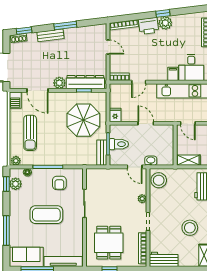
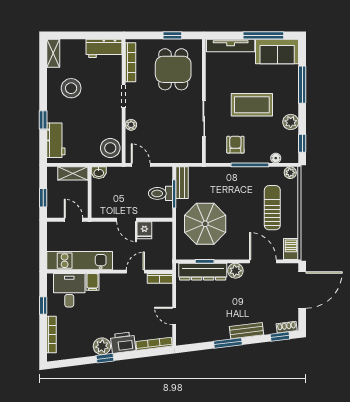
fridge: (115, 115) -> (144, 230), moved
washbasin: (151, 161) -> (99, 173), moved
plant: (16, 184) -> (291, 122), moved

